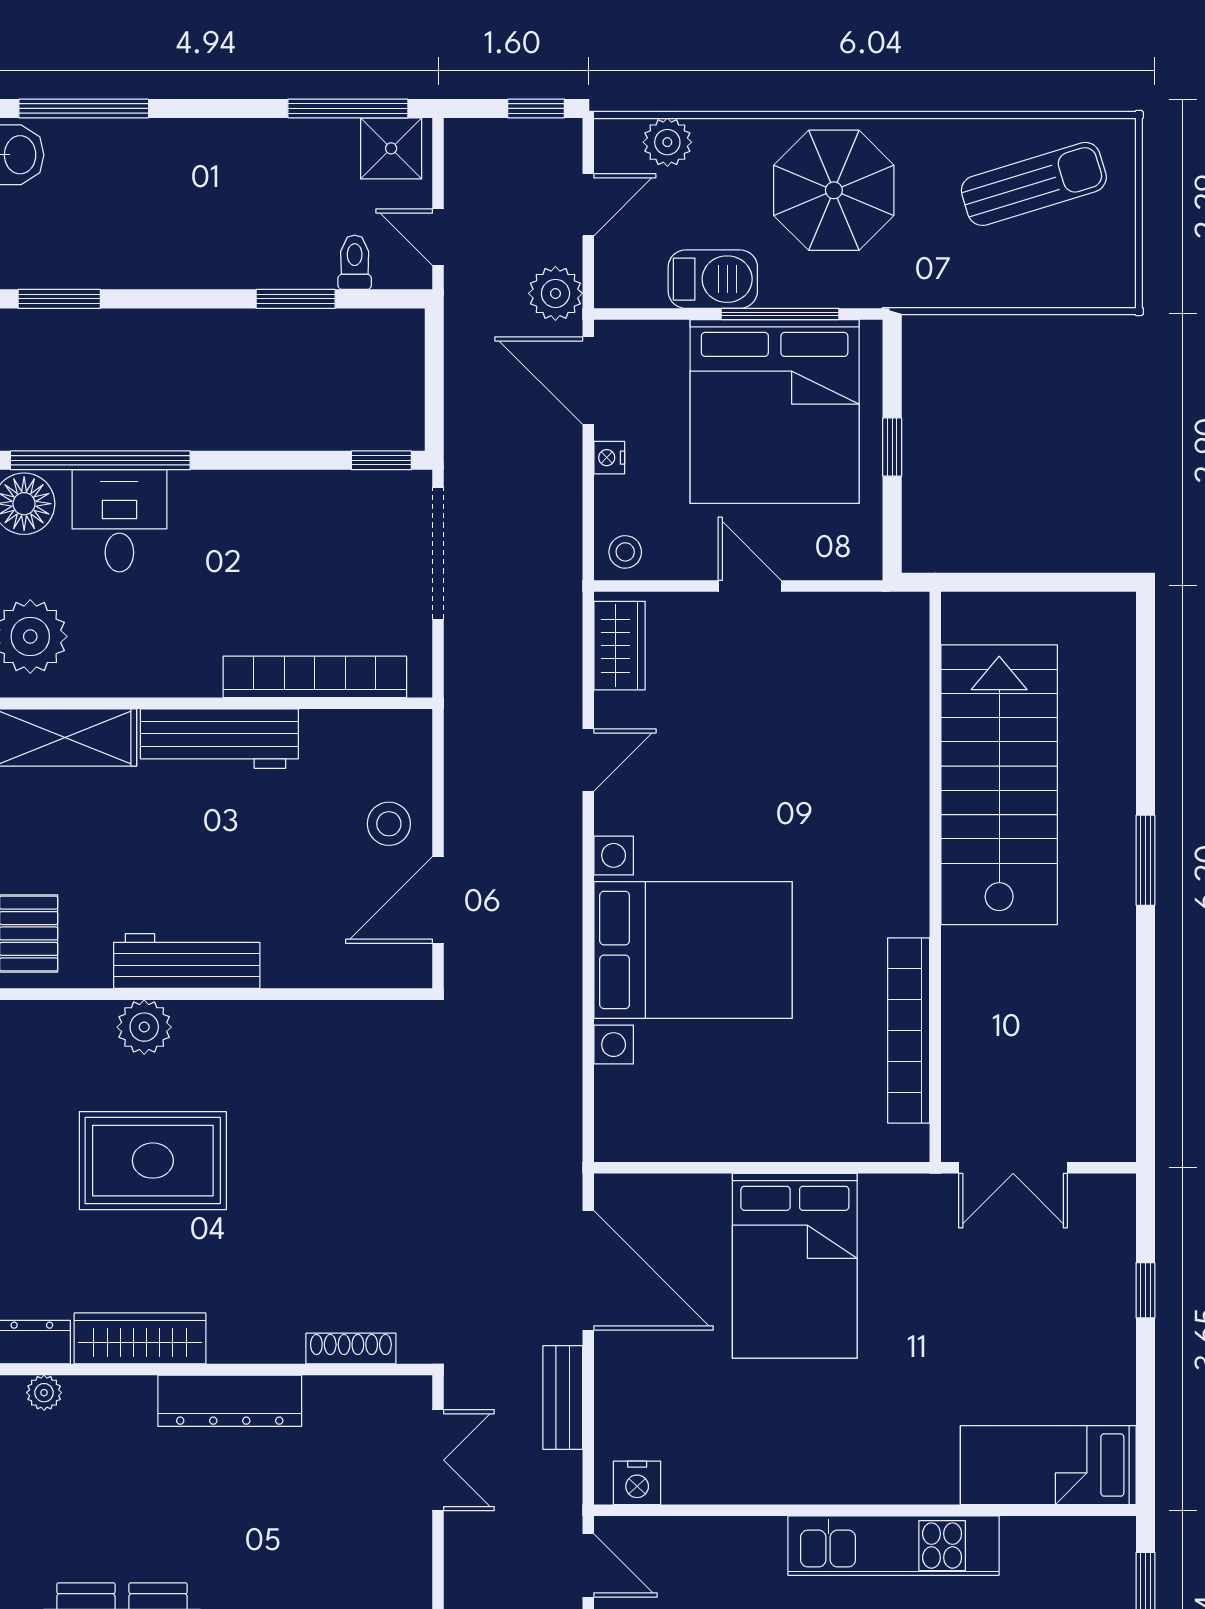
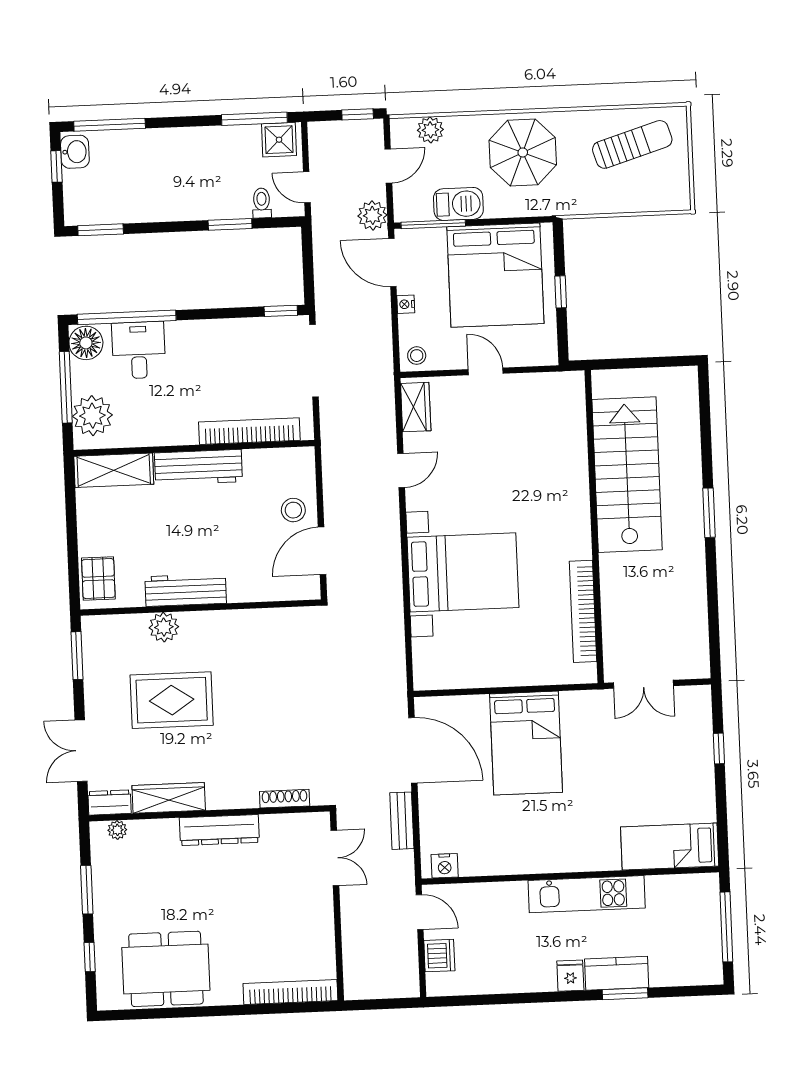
window: (780, 314) -> (433, 224), moved

